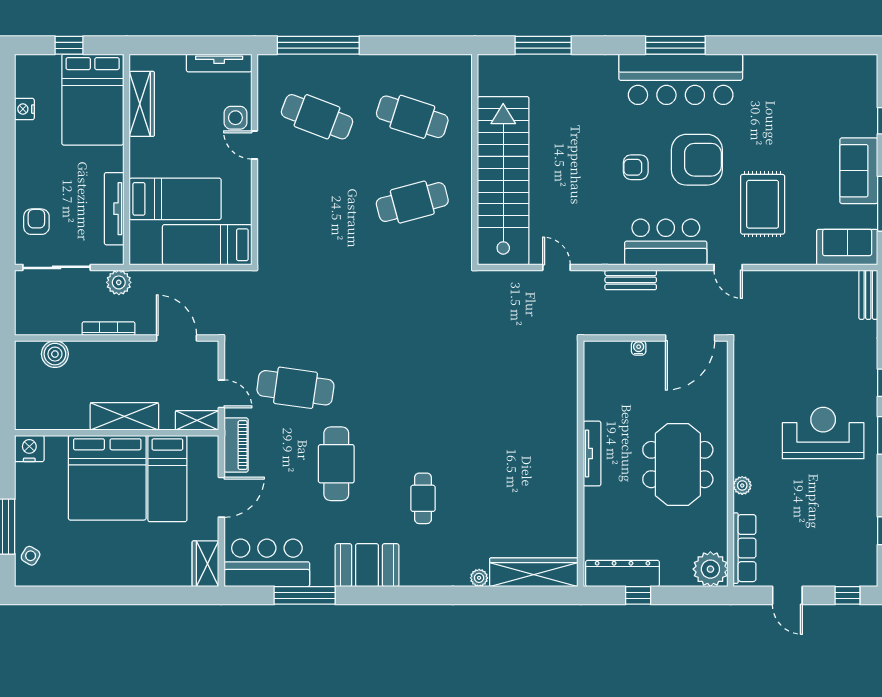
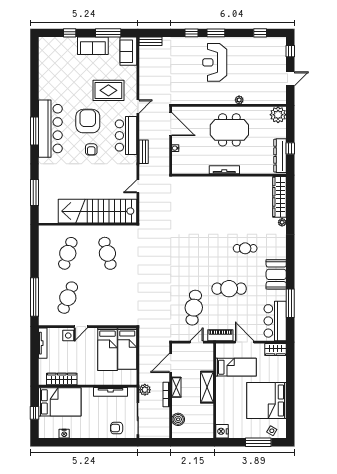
bed: (175, 199) -> (107, 349), moved, turned 180
shelving: (197, 420) -> (176, 387), moved
bed: (107, 478) -> (266, 401), moved, turned 180
row of seats: (745, 548) -> (268, 99), removed

